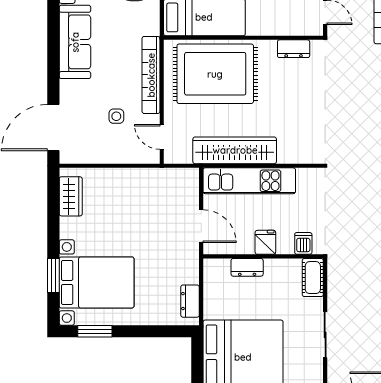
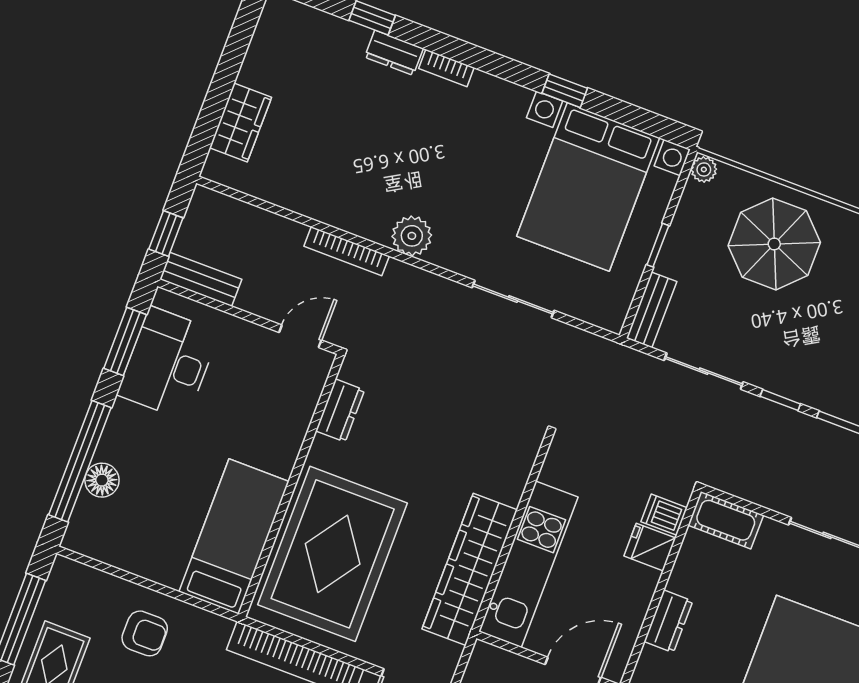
fridge: (265, 242) -> (650, 547), moved

